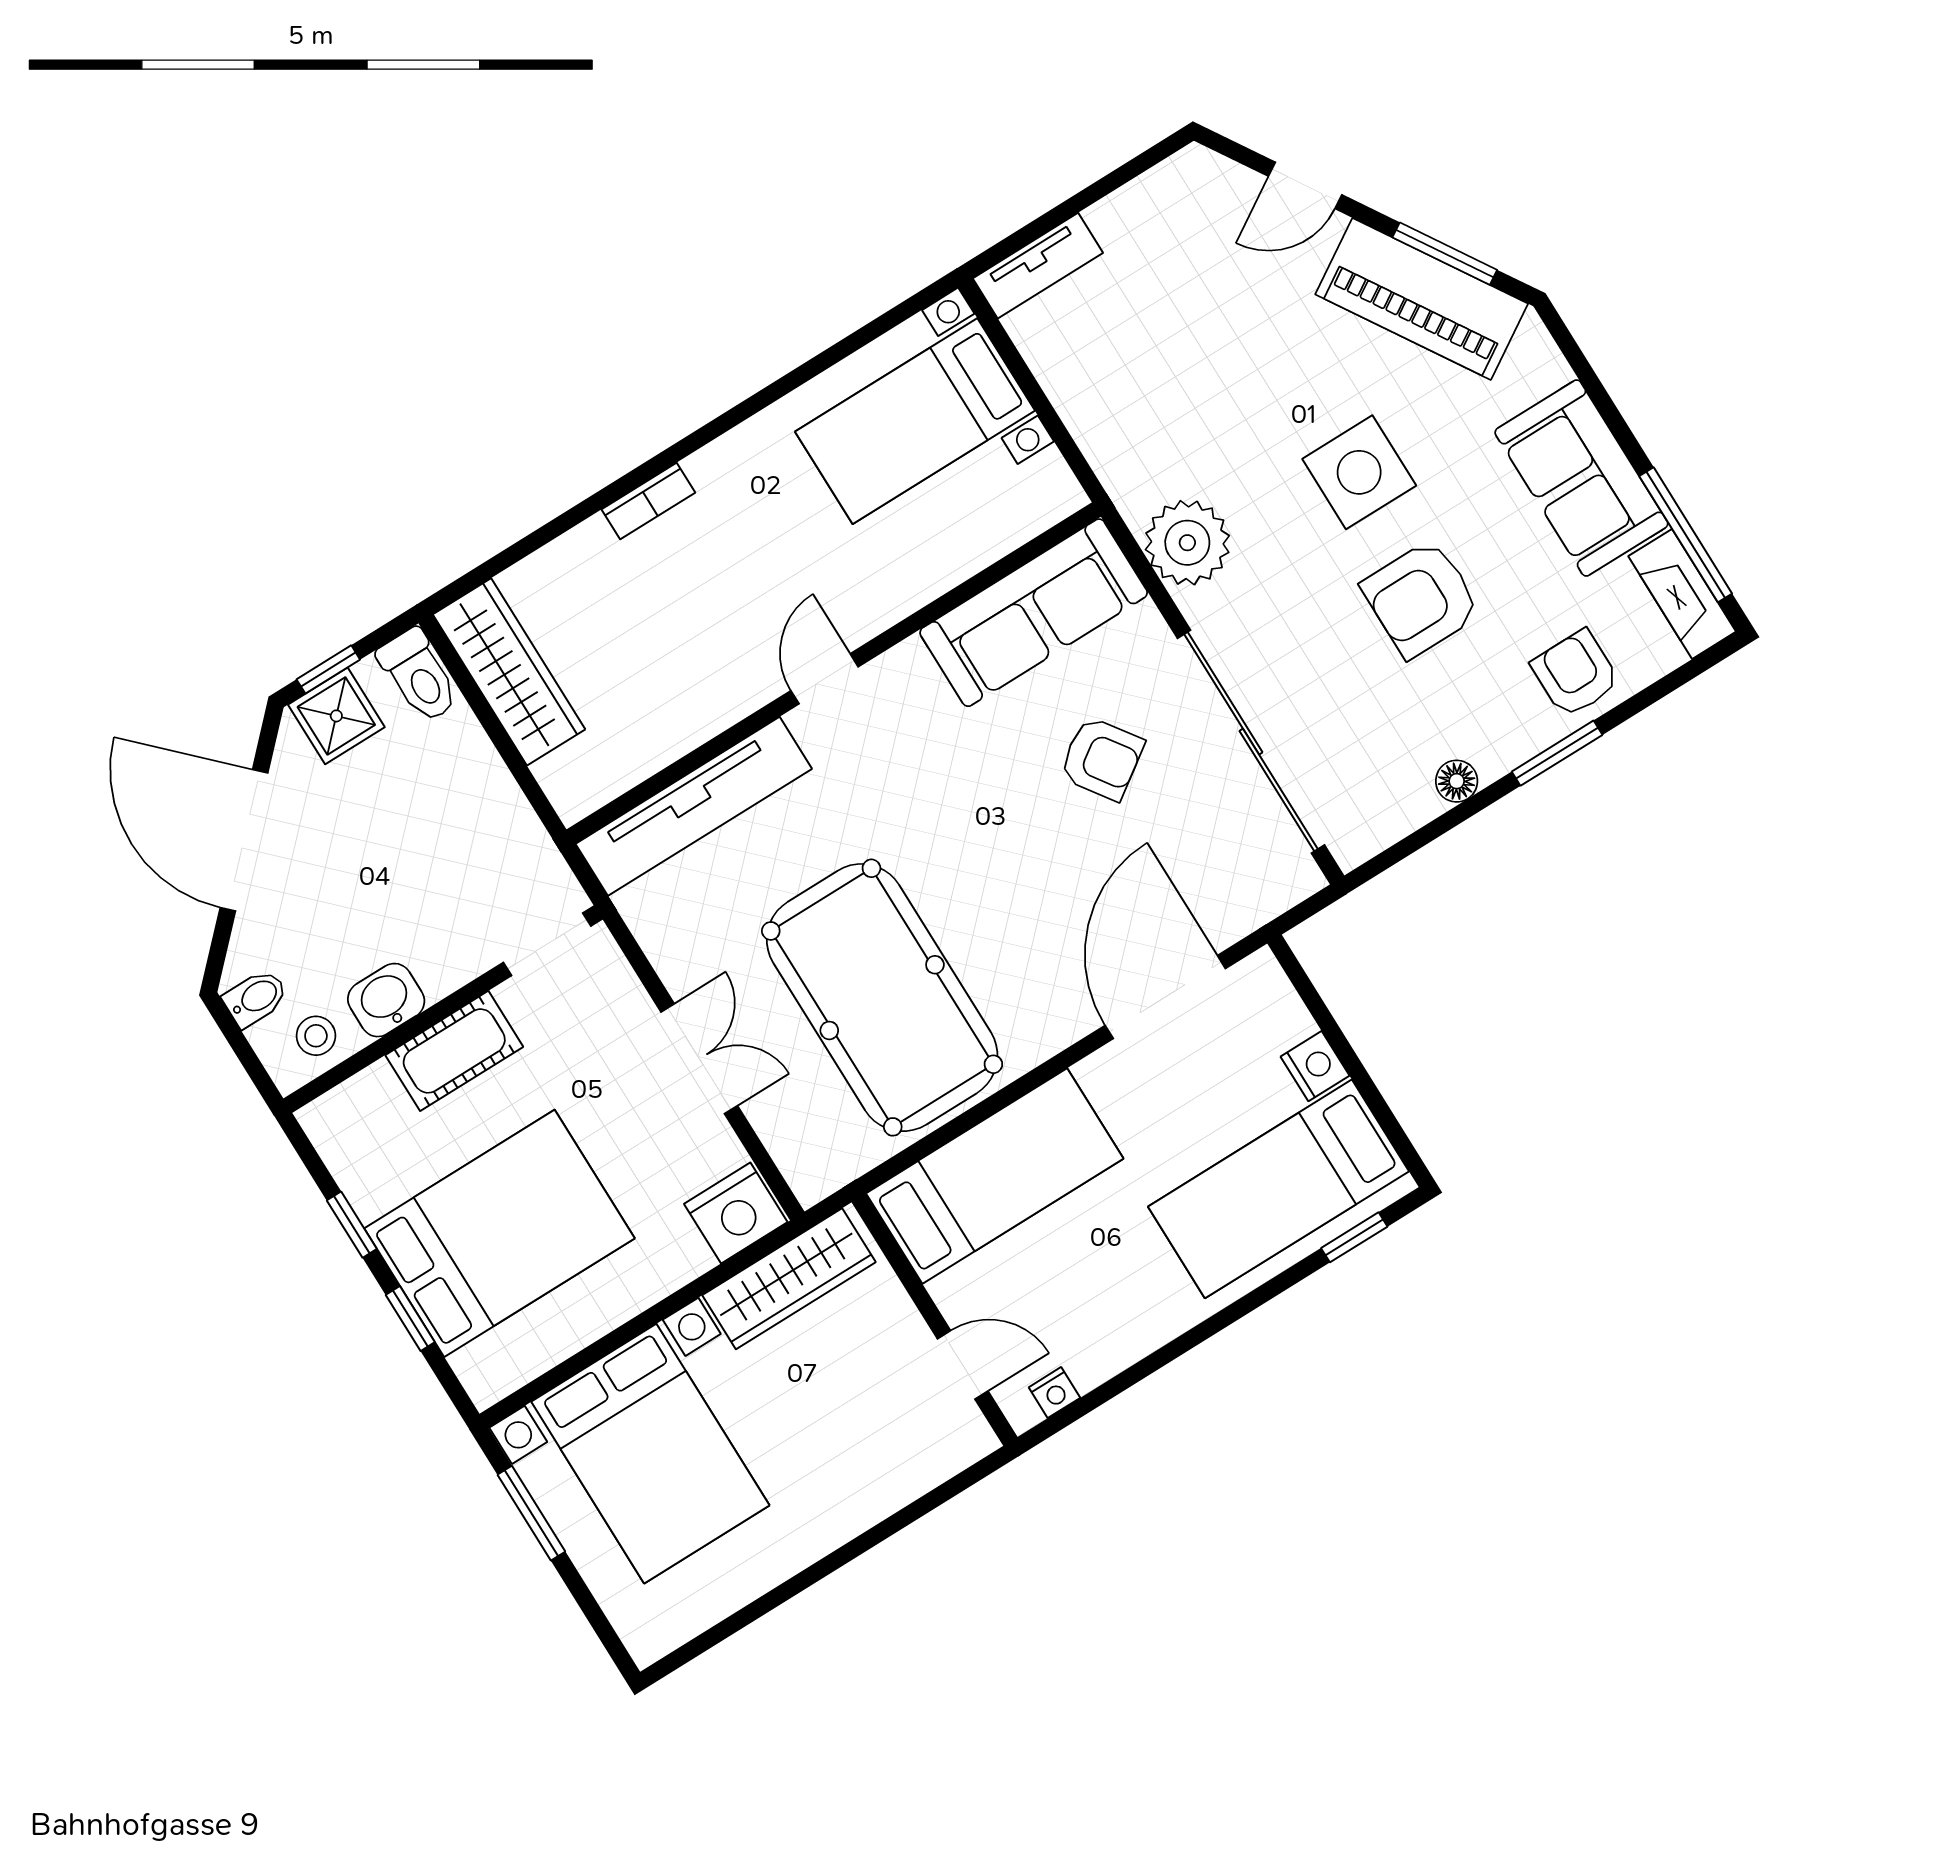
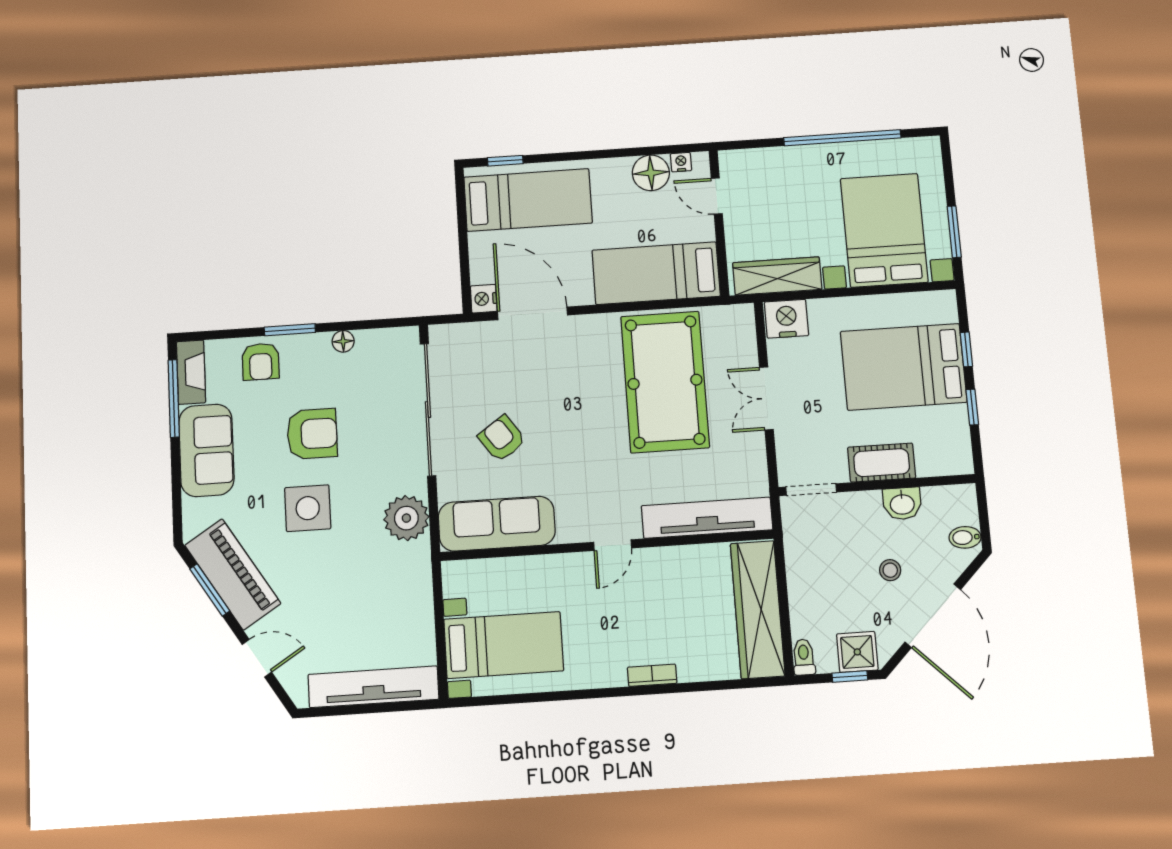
tv unit: (1038, 266) -> (373, 687), width x1.92, depth x1.29
wardrobe: (509, 672) -> (758, 610), width x1.40, depth x1.17
toilet: (419, 676) -> (804, 657), width x0.73, depth x0.72
door: (1165, 997) -> (532, 313), swing flipped
stool: (316, 1036) -> (890, 570), moved
nightstand: (1315, 1066) -> (484, 299), moved
floor lamp: (1096, 1347) -> (651, 173), added
window: (803, 1580) -> (842, 138), added

